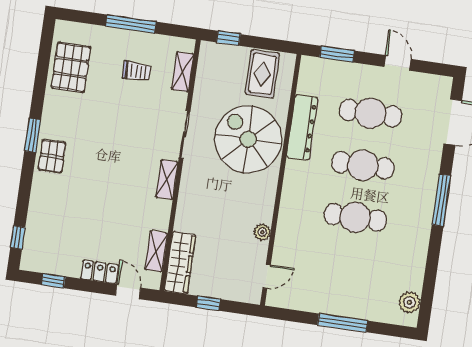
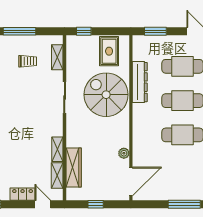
shelving: (167, 180) -> (57, 149), moved
wardrobe: (180, 263) -> (74, 167), moved
door: (267, 276) -> (131, 181), width x1.88

